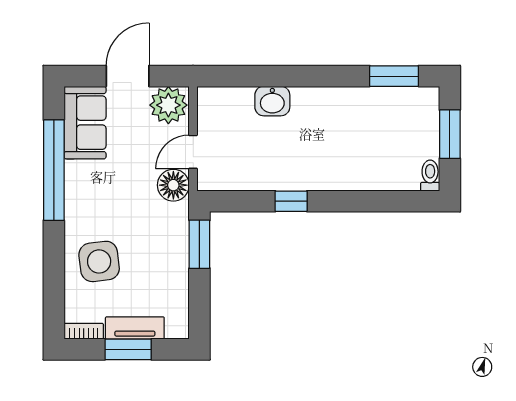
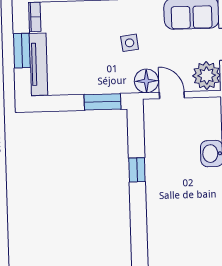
side table: (99, 261) -> (130, 43), moved, width x0.54, depth x0.54
tv unit: (135, 328) -> (38, 64), width x1.41

